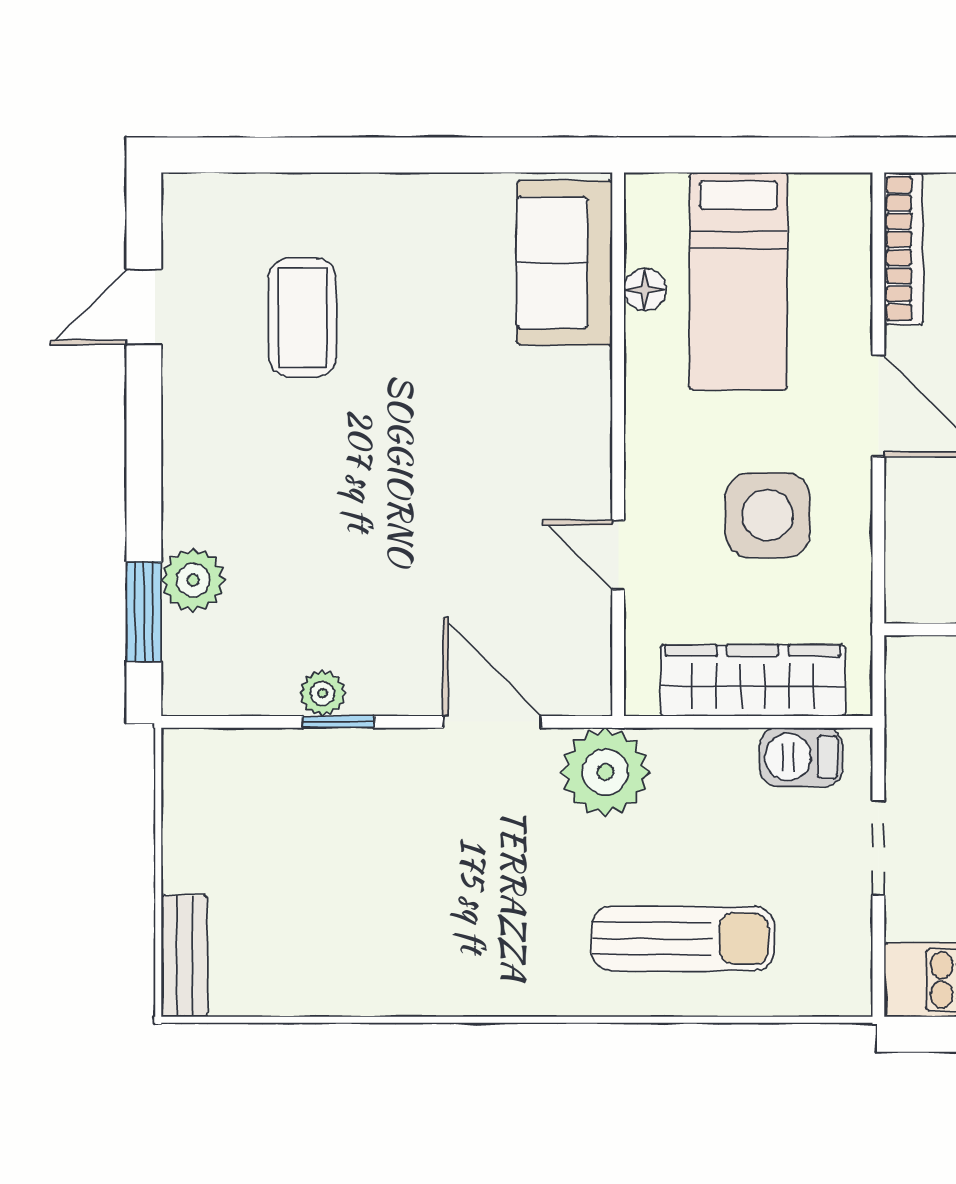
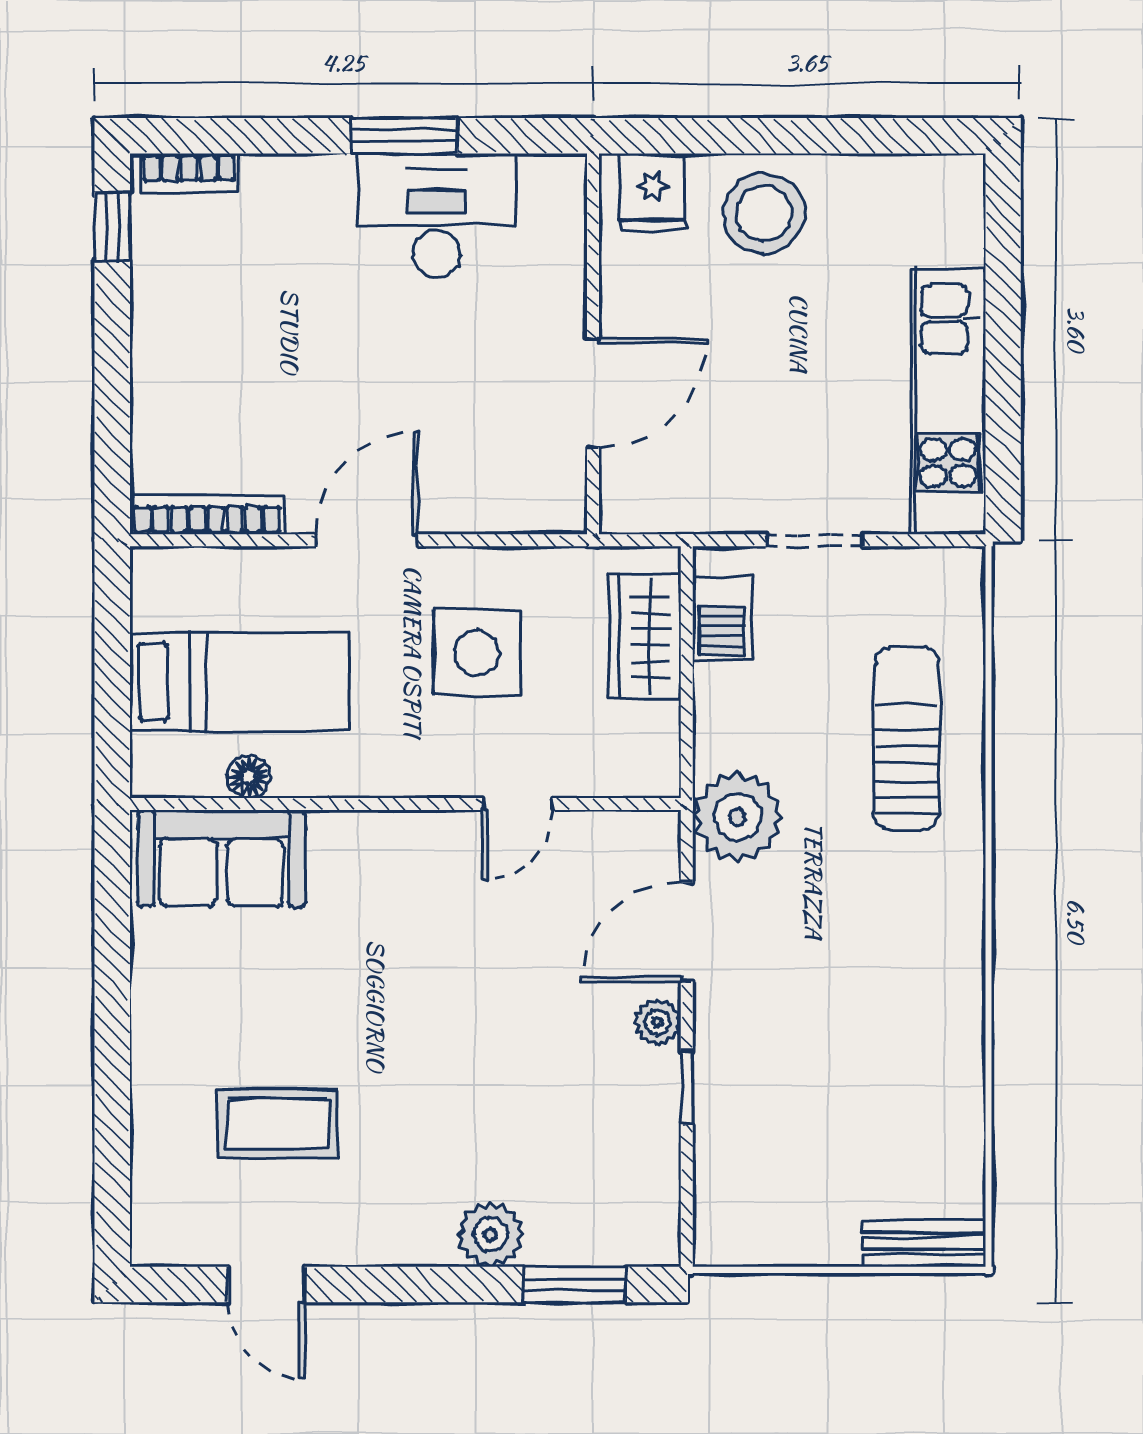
plant: (193, 580) -> (490, 1235), moved
wardrobe: (753, 680) -> (645, 636), width x0.67
plant: (322, 693) -> (658, 1022), moved

